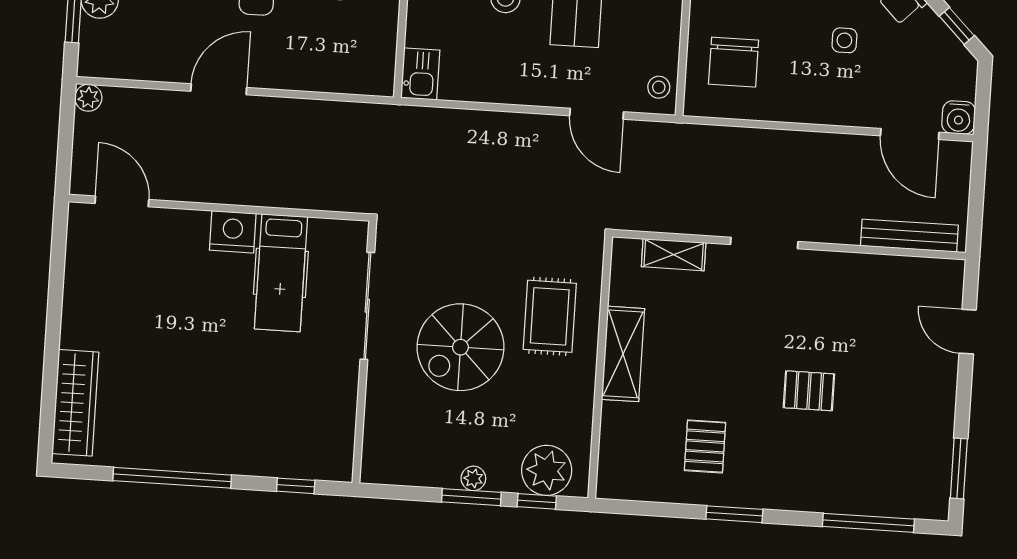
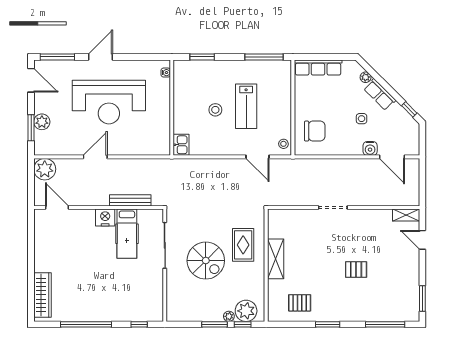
chair: (734, 62) -> (315, 131), turned -90
plant: (88, 98) -> (45, 169), width x1.87, depth x1.87
water cooler: (959, 117) -> (370, 148), moved
bench: (909, 236) -> (130, 200), moved
shelving: (674, 255) -> (406, 215), moved
spiral stairs: (460, 347) -> (206, 261), turned -90
pallet: (705, 446) -> (300, 303), moved, turned 90
plant: (473, 478) -> (229, 316), moved

